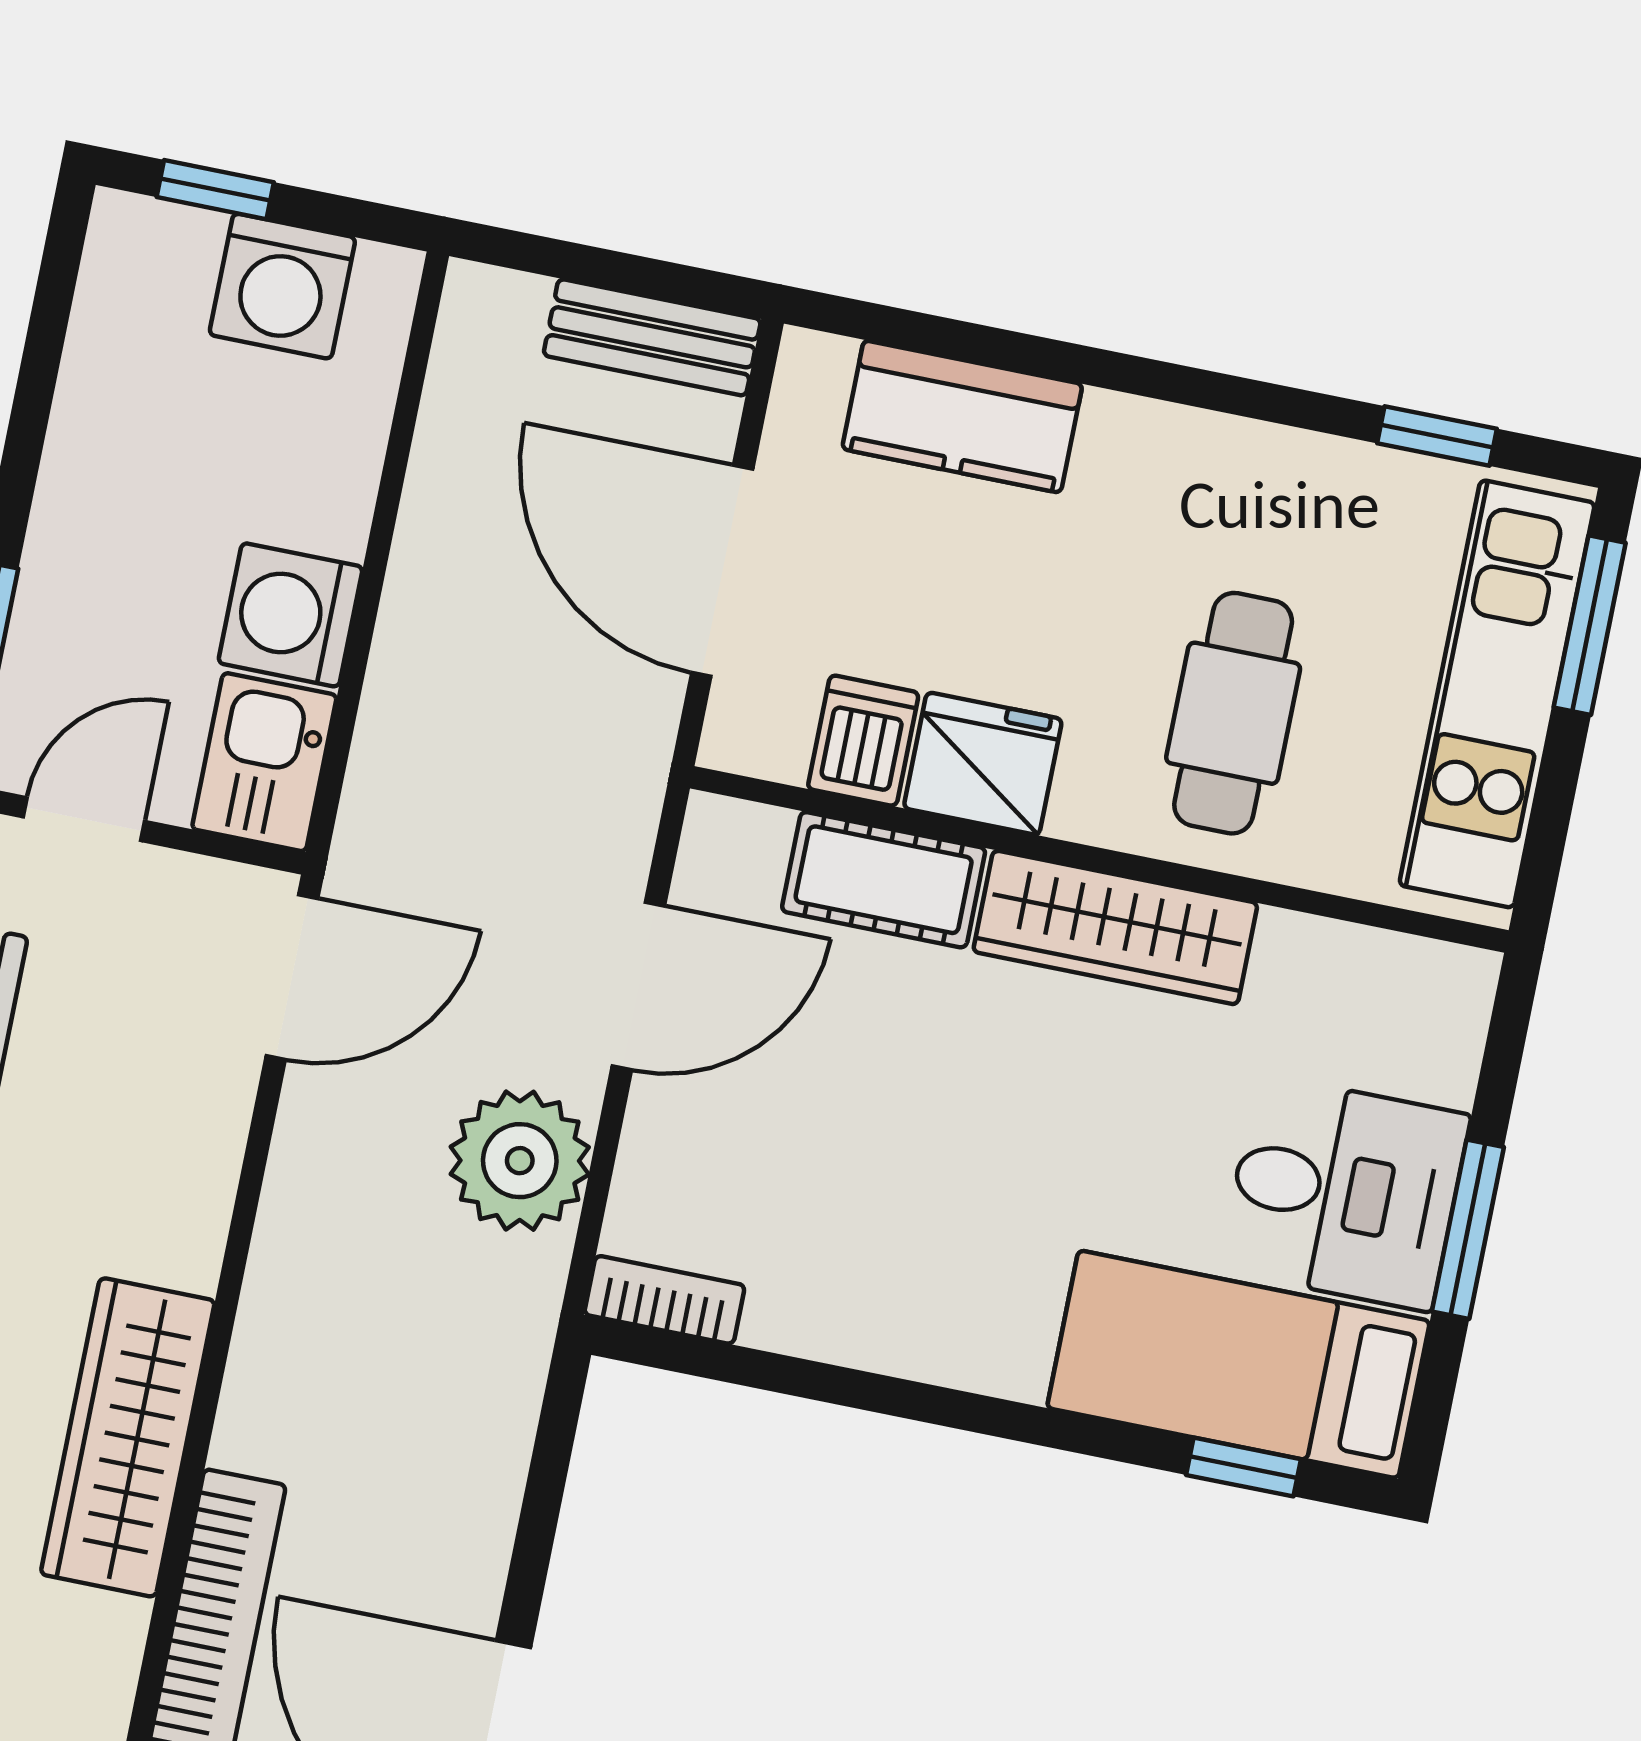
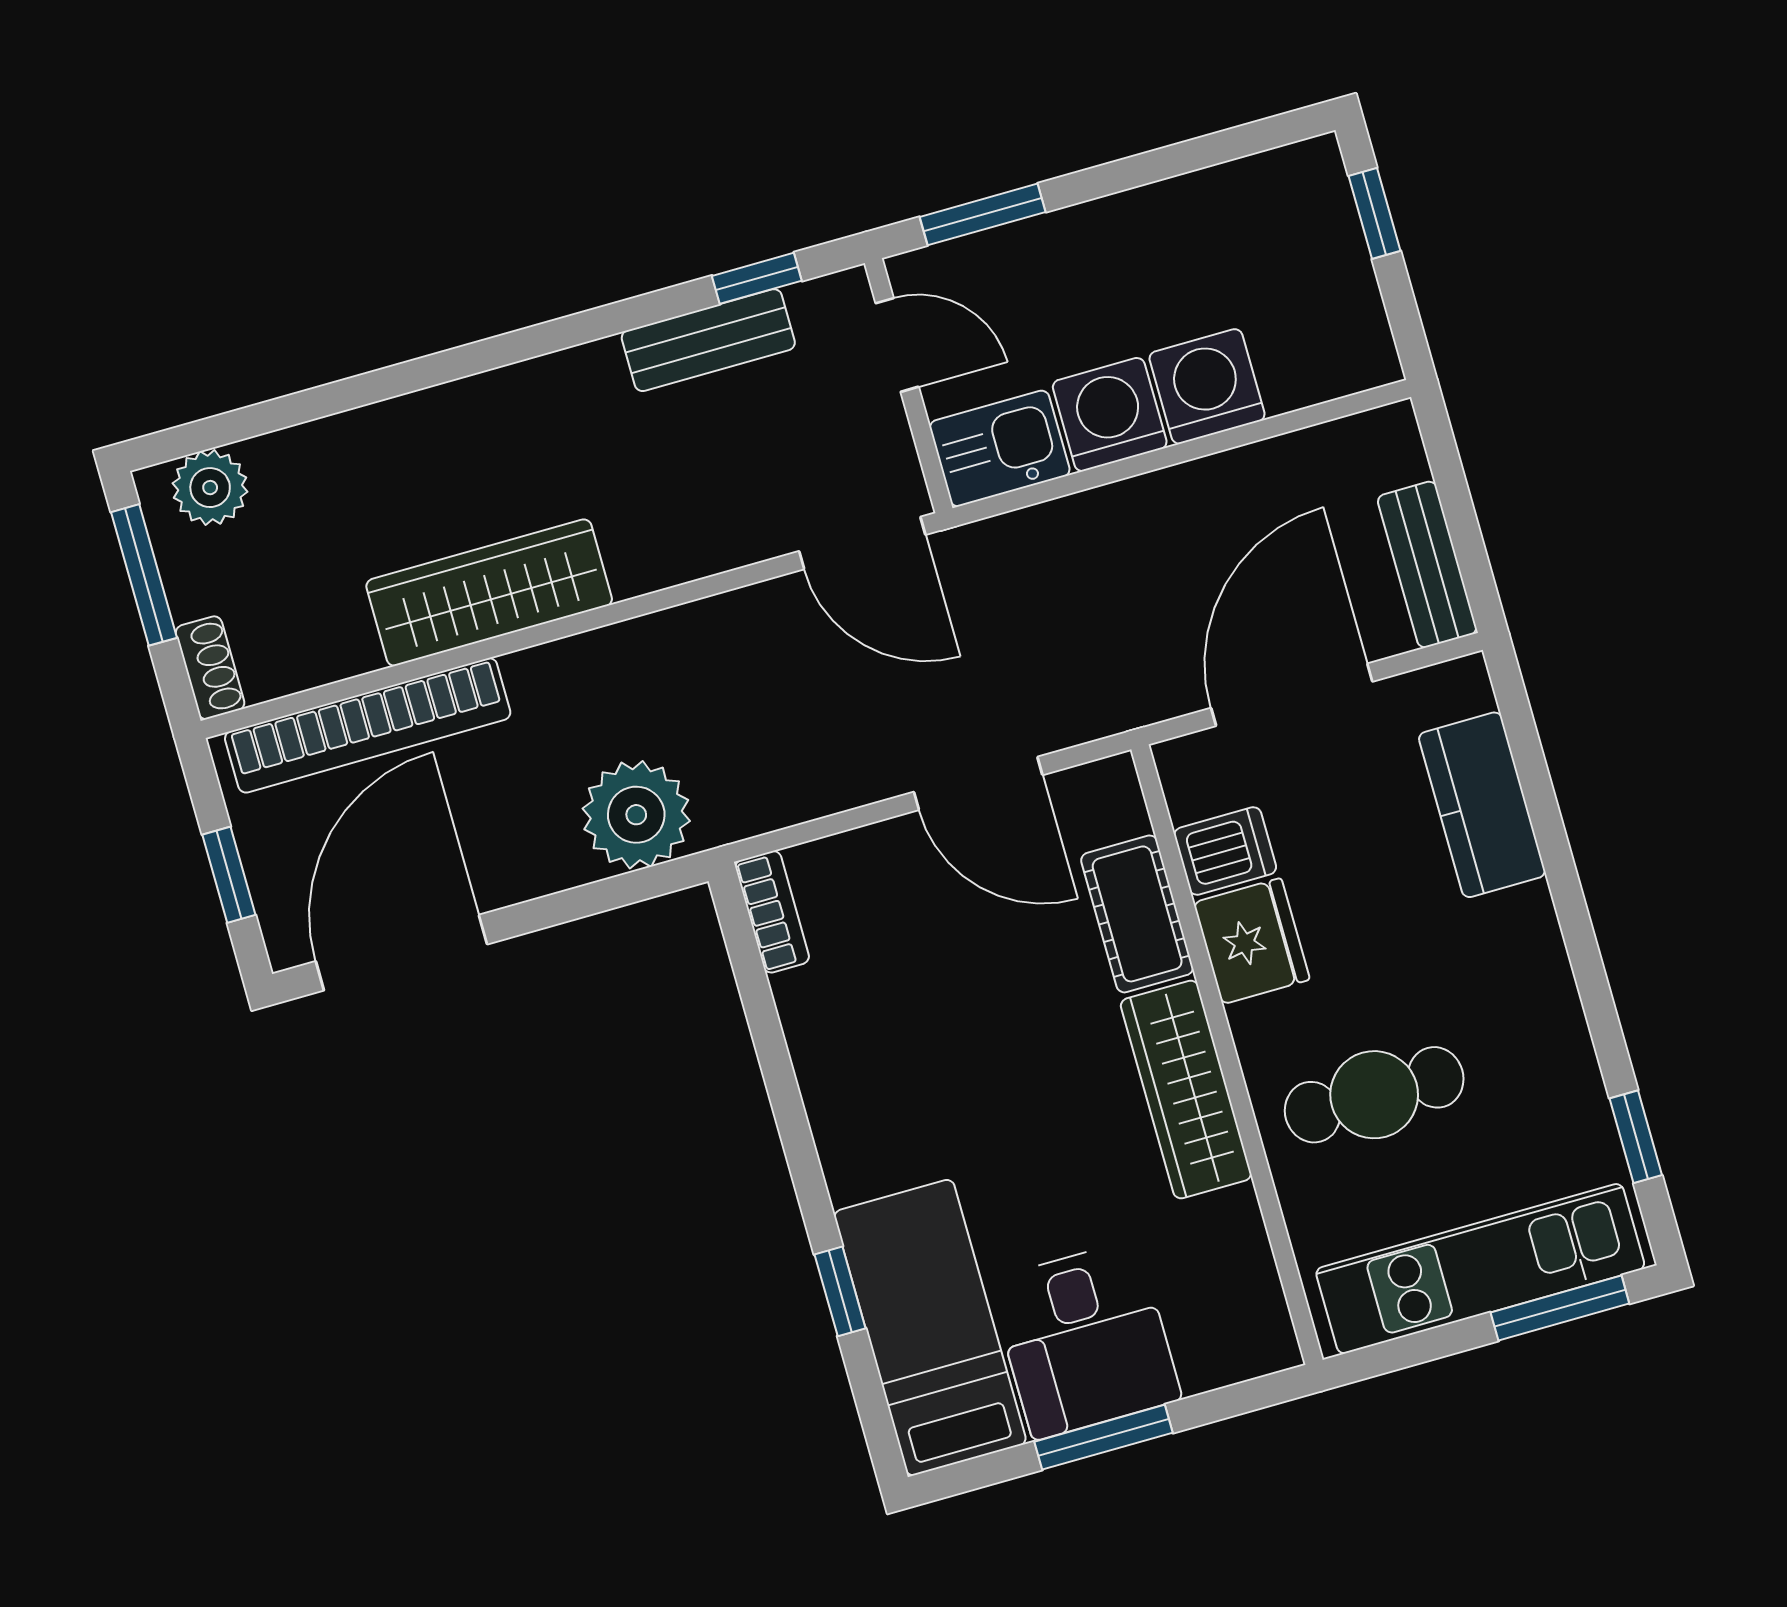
washing machine: (282, 286) -> (1207, 386), moved, turned 90
plant: (520, 1161) -> (636, 815), moved
window: (1243, 1467) -> (840, 1291), moved

